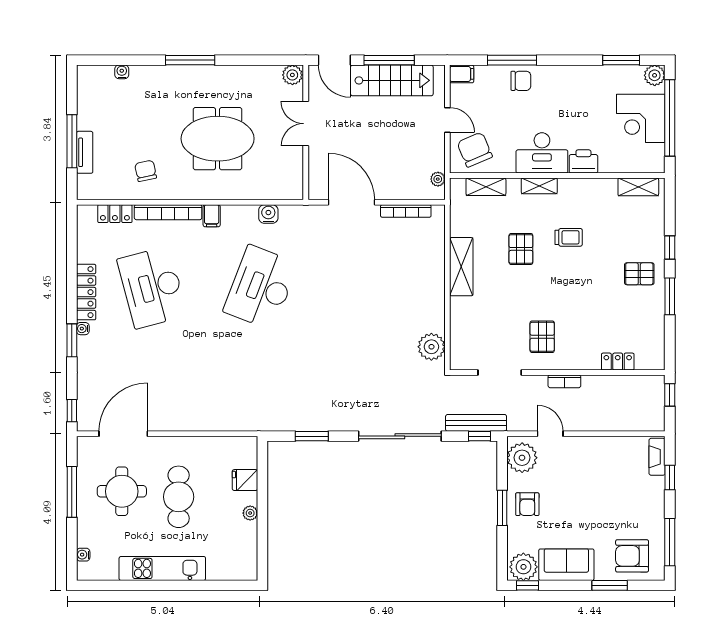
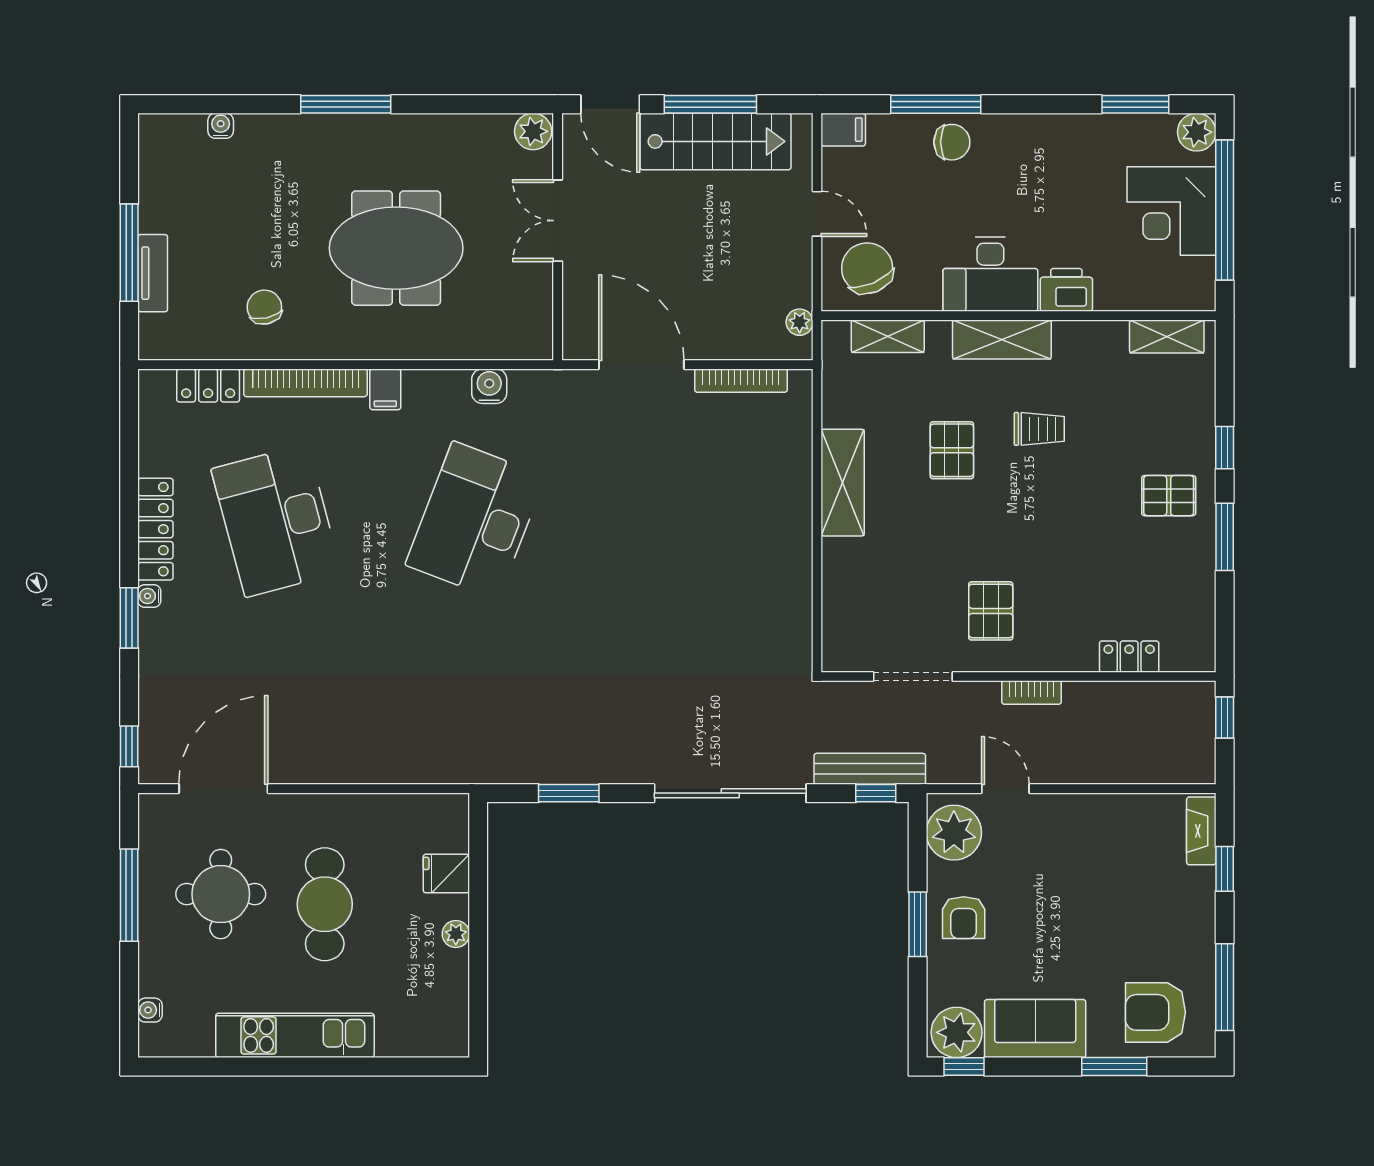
shelving: (539, 186) -> (1002, 339), width x1.50, depth x1.33
plant: (431, 347) -> (788, 629), removed

